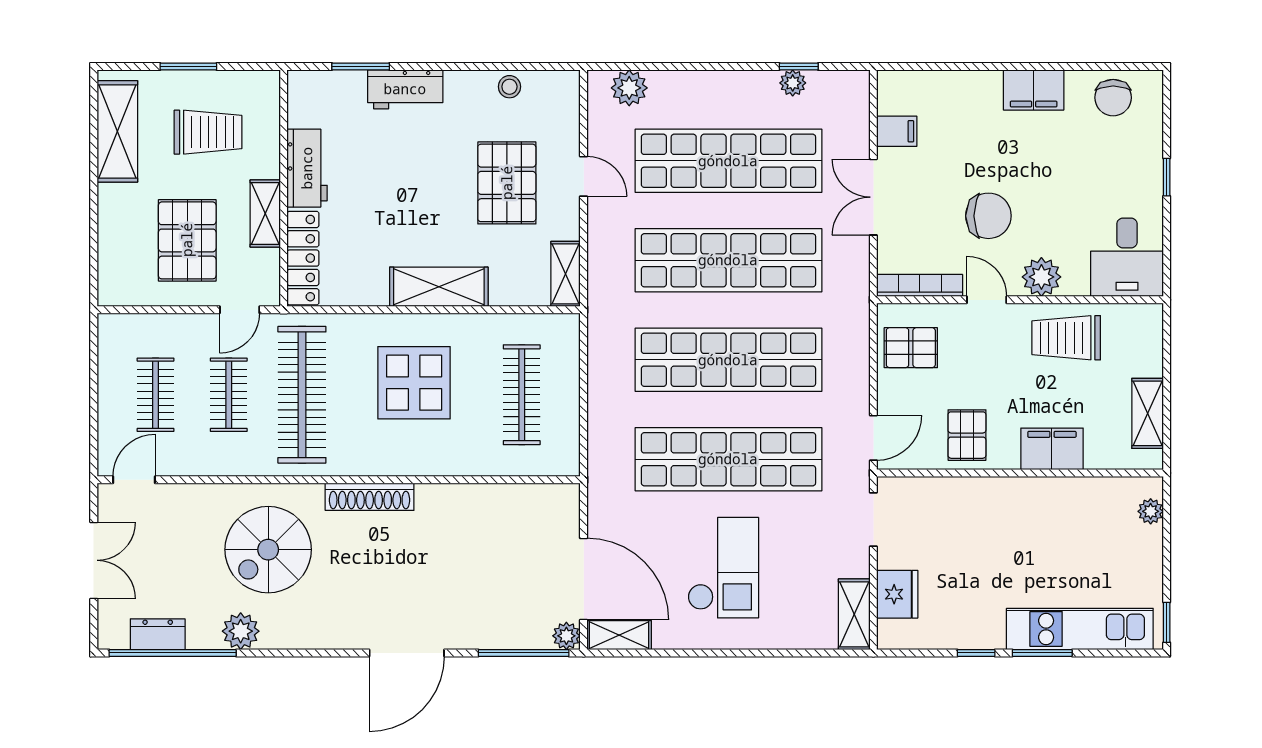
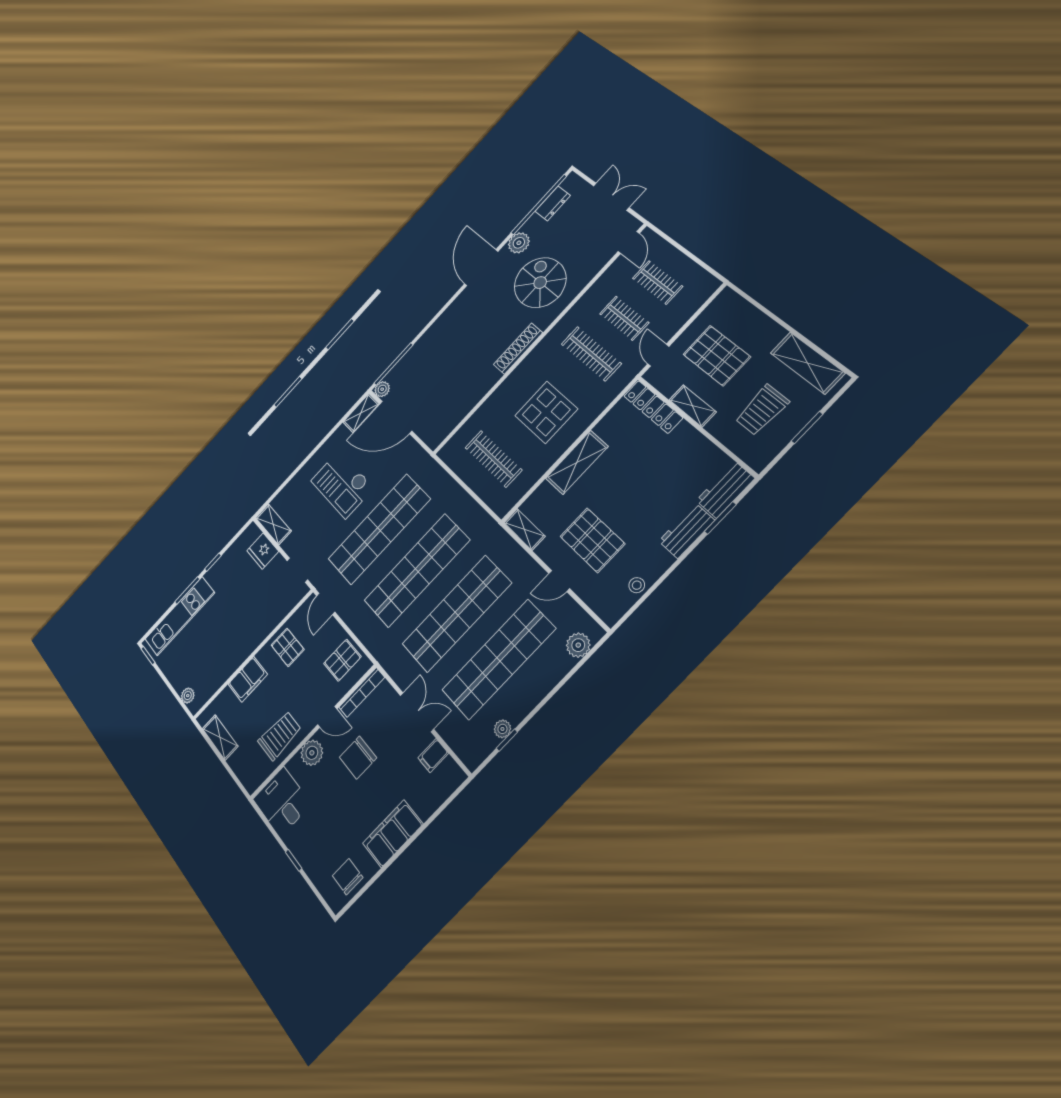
filing cabinet: (1034, 90) -> (393, 834), width x1.50, depth x1.17
workbench: (307, 168) -> (725, 489), moved, turned 90
clothes rail: (302, 395) -> (591, 354), width x0.73, depth x0.76
double door: (94, 560) -> (611, 197), swing flipped
door: (407, 653) -> (481, 268), moved

